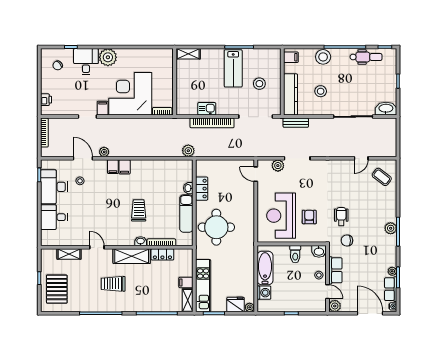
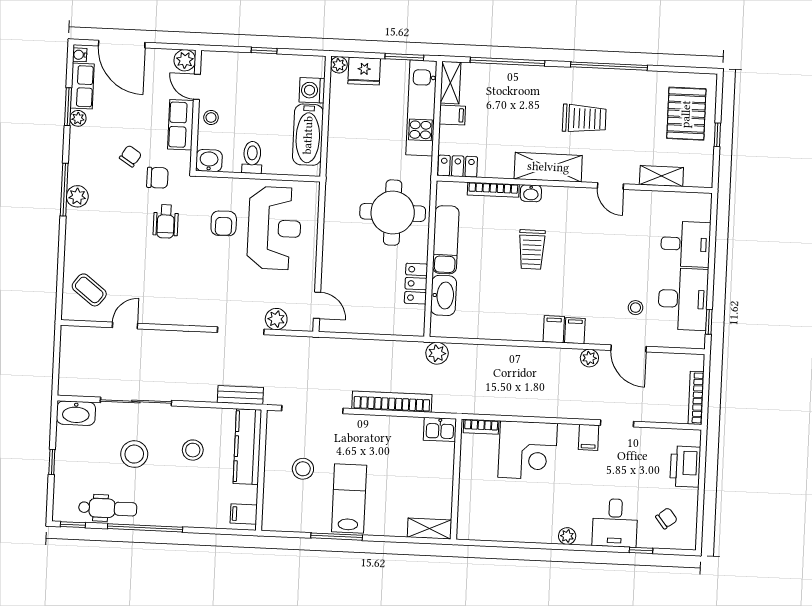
plant: (108, 57) -> (567, 536), width x0.53, depth x0.53
stool: (323, 57) -> (134, 454), moved
dental chair: (366, 57) -> (108, 508), turned 180
corner desk: (130, 94) -> (528, 450), width x0.74, depth x0.74
printer: (46, 100) -> (685, 467), width x1.87, depth x1.48
kitchen sink: (207, 109) -> (440, 429), moved
washbasin: (188, 188) -> (444, 295), width x1.91, depth x1.45
chair: (362, 252) -> (130, 156), added
locker: (162, 254) -> (458, 166), moved

